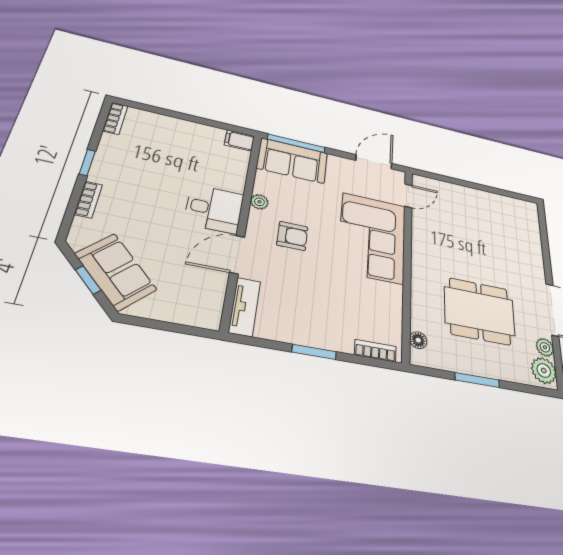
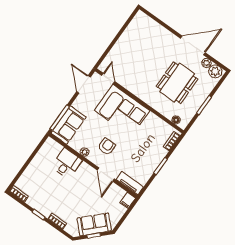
filing cabinet: (239, 141) -> (128, 200), moved
desk: (214, 209) -> (67, 163), moved

